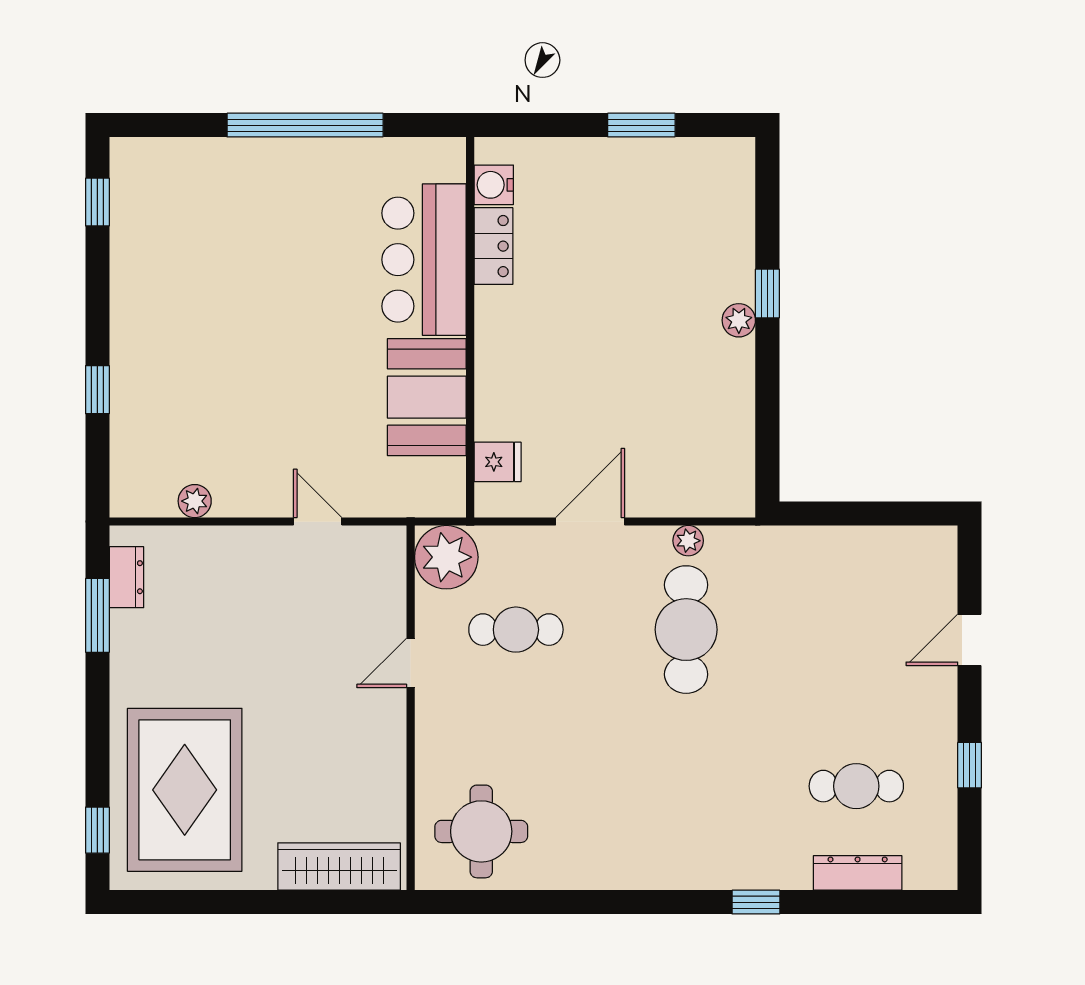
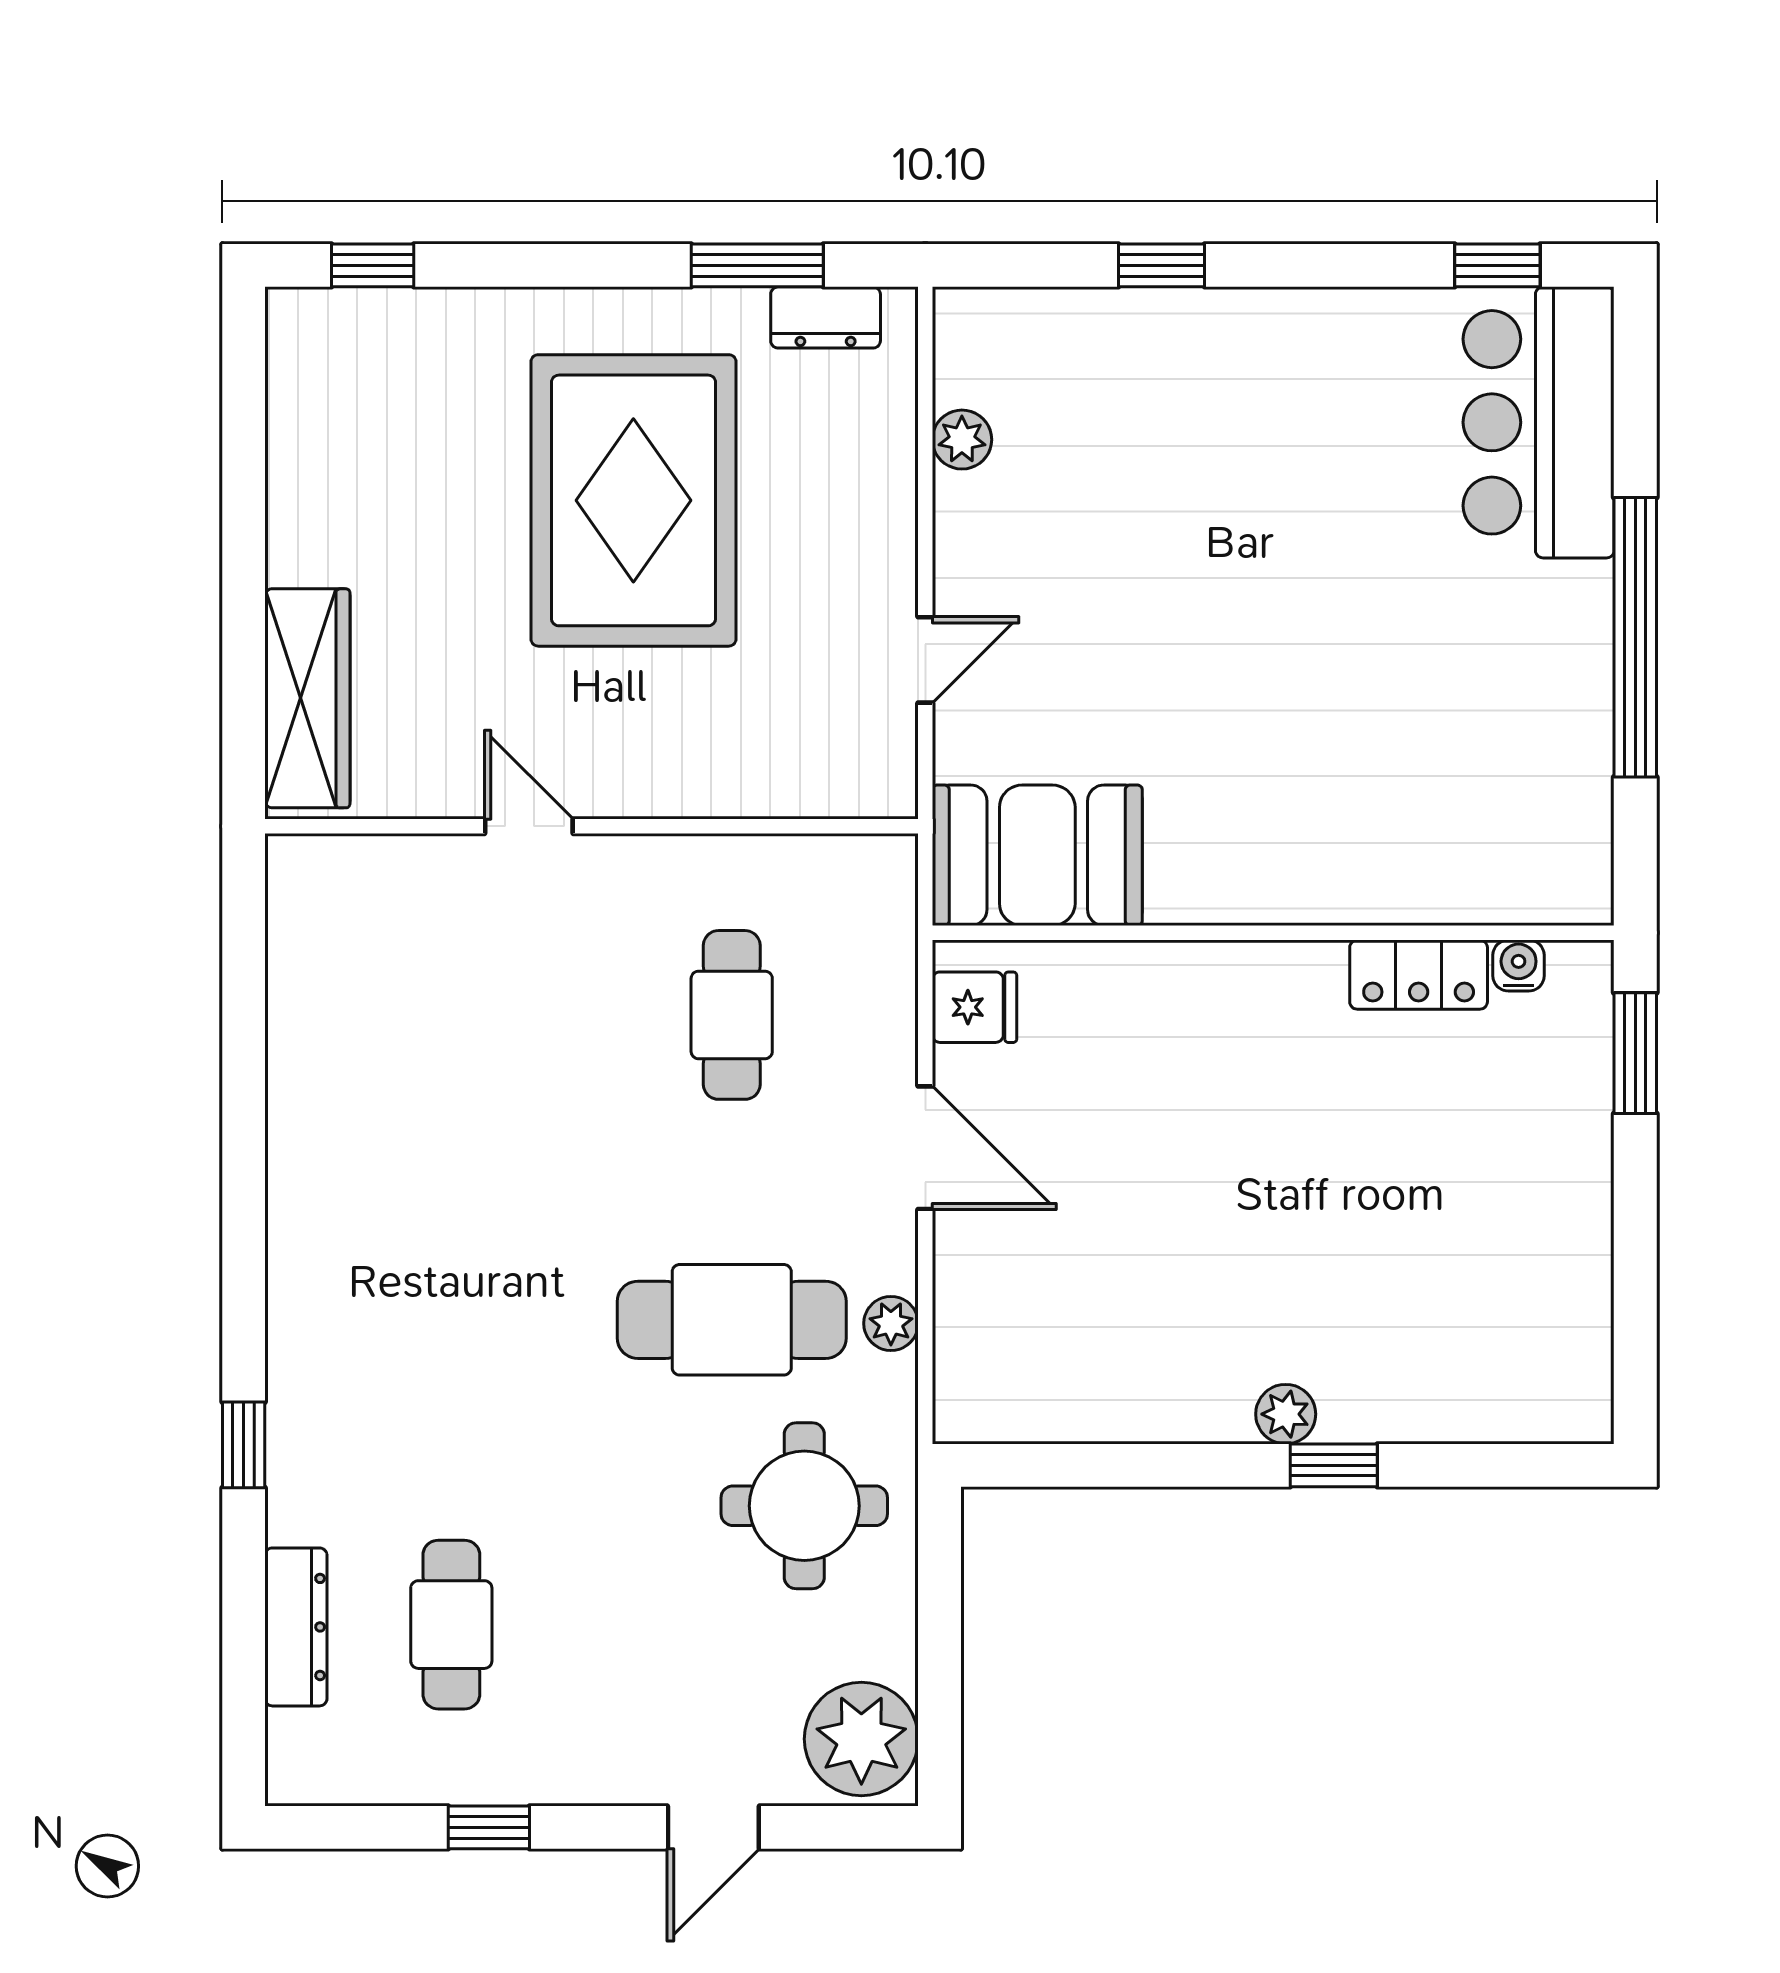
window: (641, 125) -> (1635, 1053), moved
water cooler: (494, 185) -> (1519, 965), width x0.72, depth x0.72
bar counter: (424, 260) -> (1539, 422), moved, turned -90
booth: (427, 397) -> (1037, 855), moved
fridge: (498, 462) -> (975, 1007), moved, turned -90
plant: (446, 557) -> (861, 1739), moved
door: (970, 640) -> (713, 1827), swing flipped
door: (411, 663) -> (529, 826), moved
rug: (185, 790) -> (633, 500), moved, turned 90
round table: (481, 831) -> (804, 1506), moved

